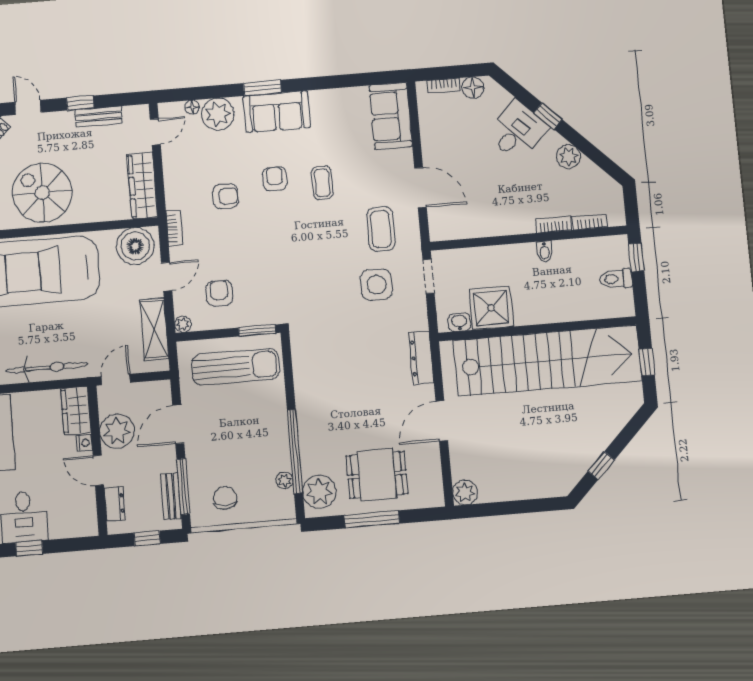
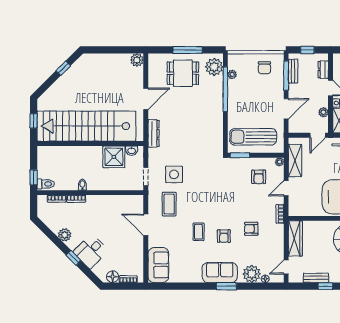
boiler: (135, 246) -> (302, 206), removed
toilet: (616, 279) -> (46, 184), moved
plant: (117, 431) -> (323, 112), width x0.53, depth x0.53

